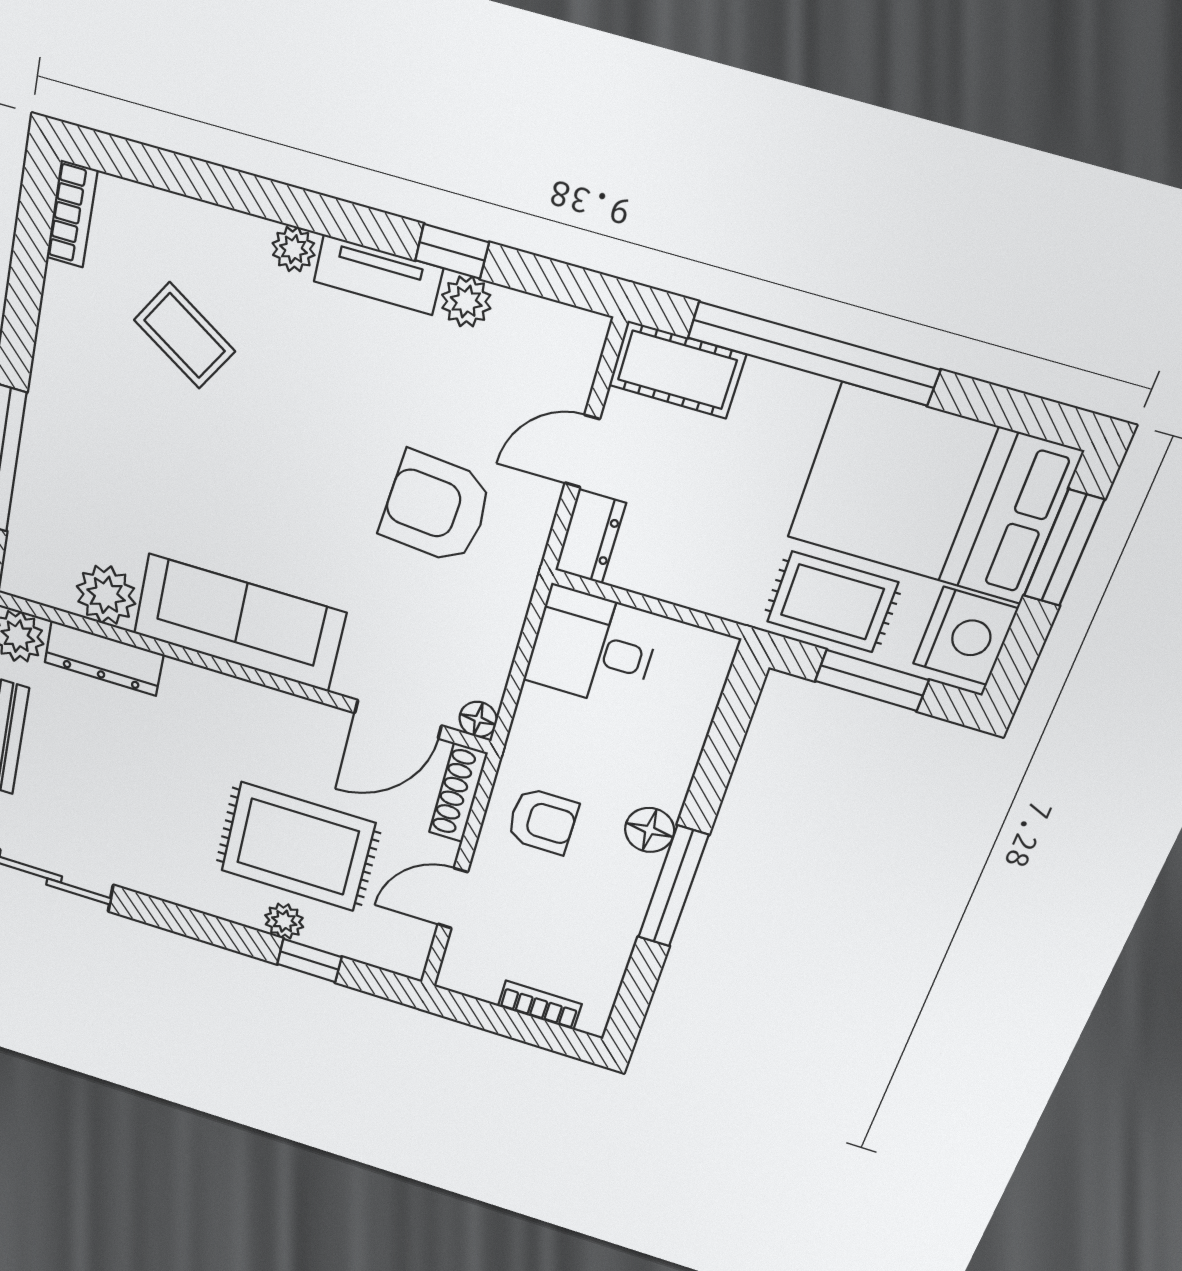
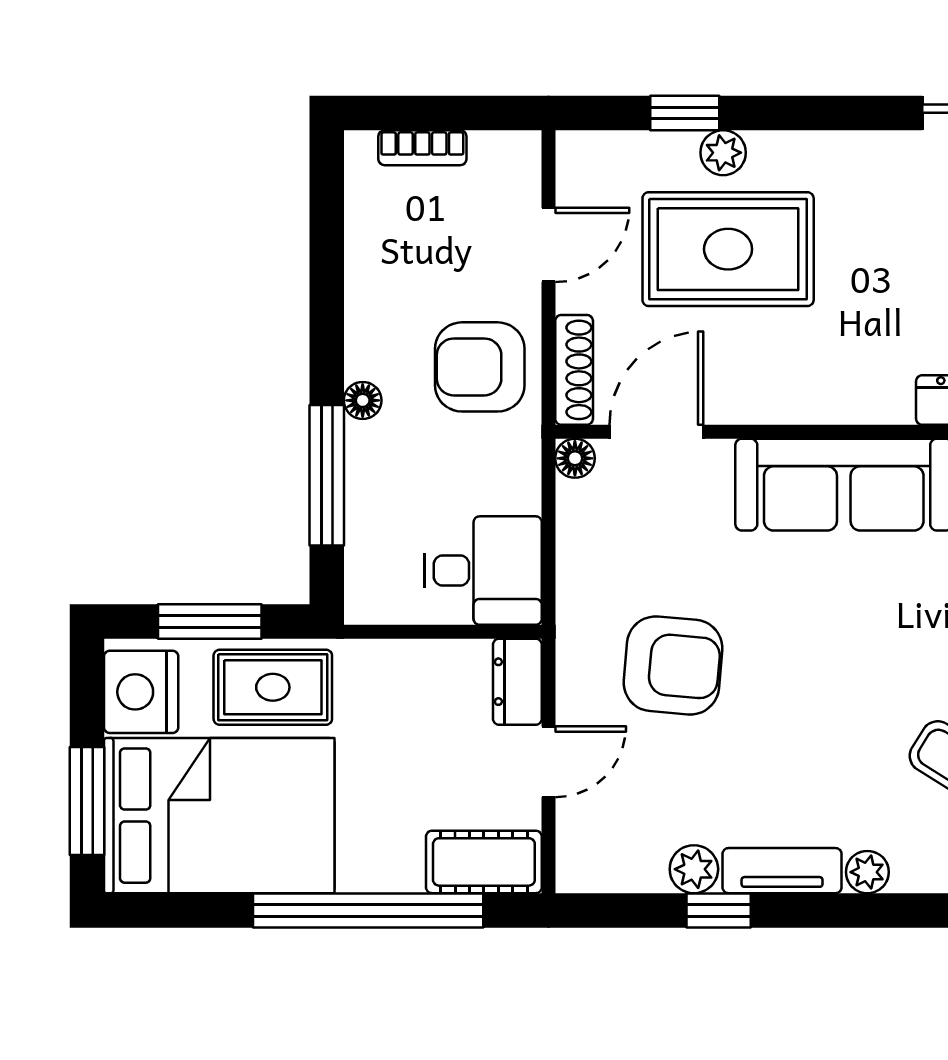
armchair: (542, 821) -> (480, 367), width x1.38, depth x1.38
floor lamp: (650, 830) -> (363, 400), width x0.73, depth x0.73
window: (673, 886) -> (327, 475), moved

